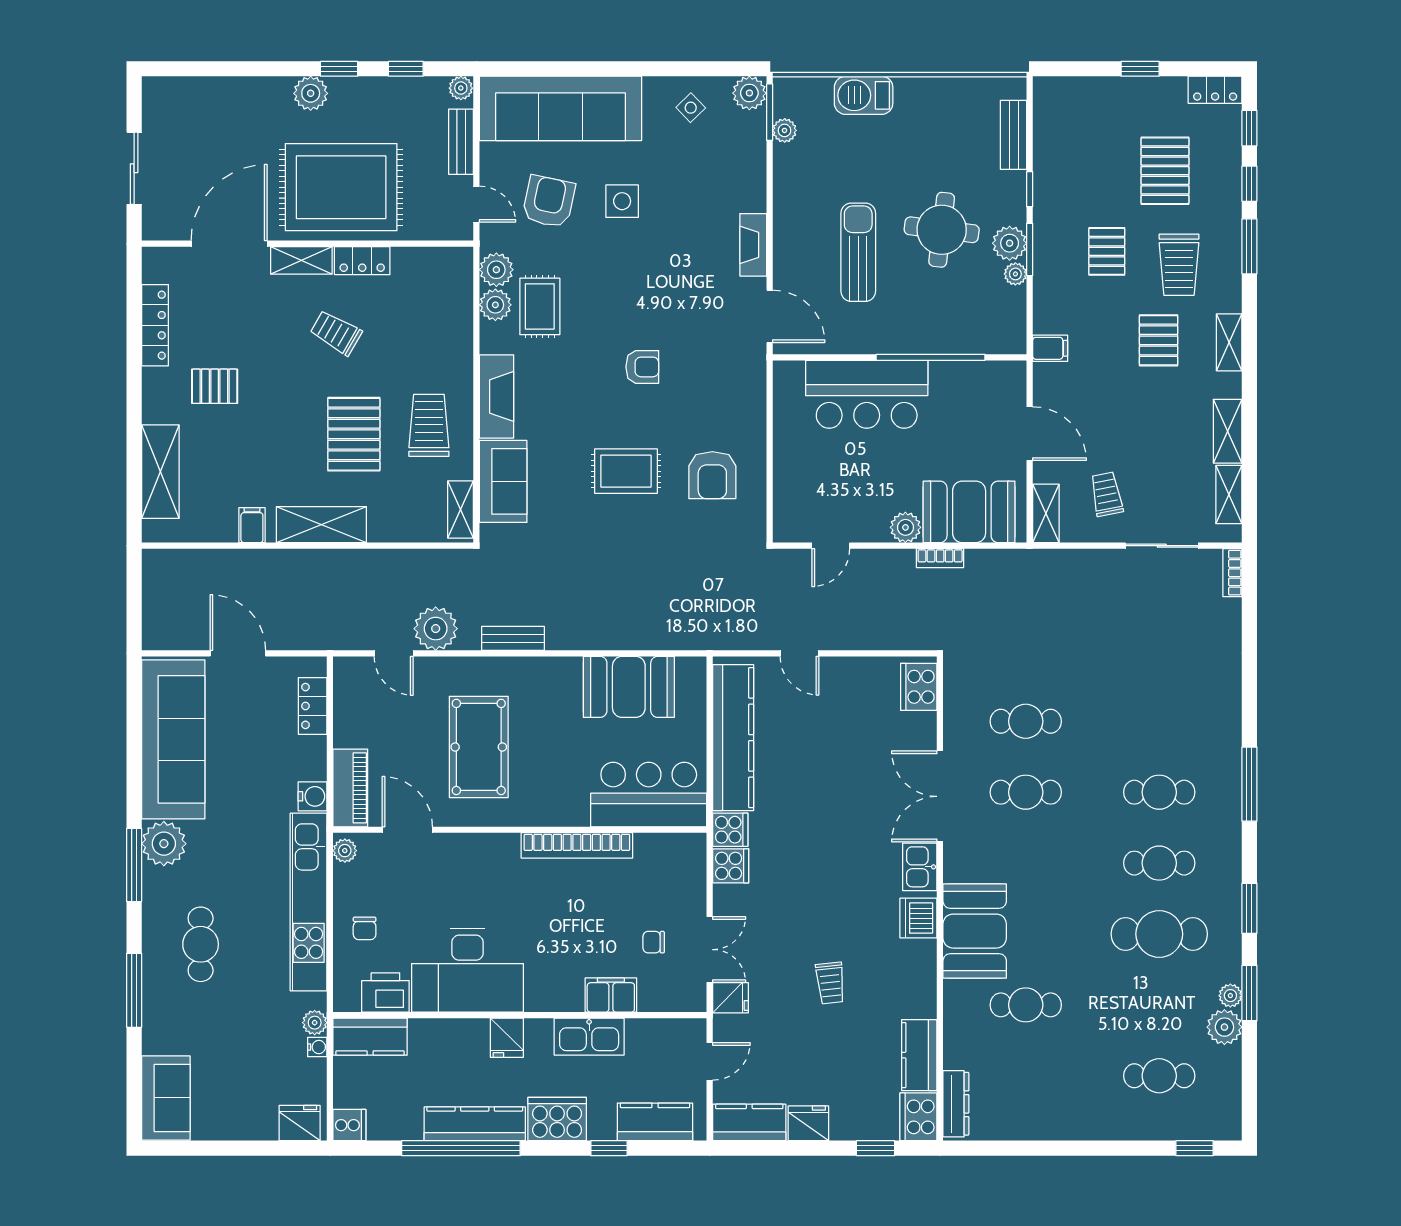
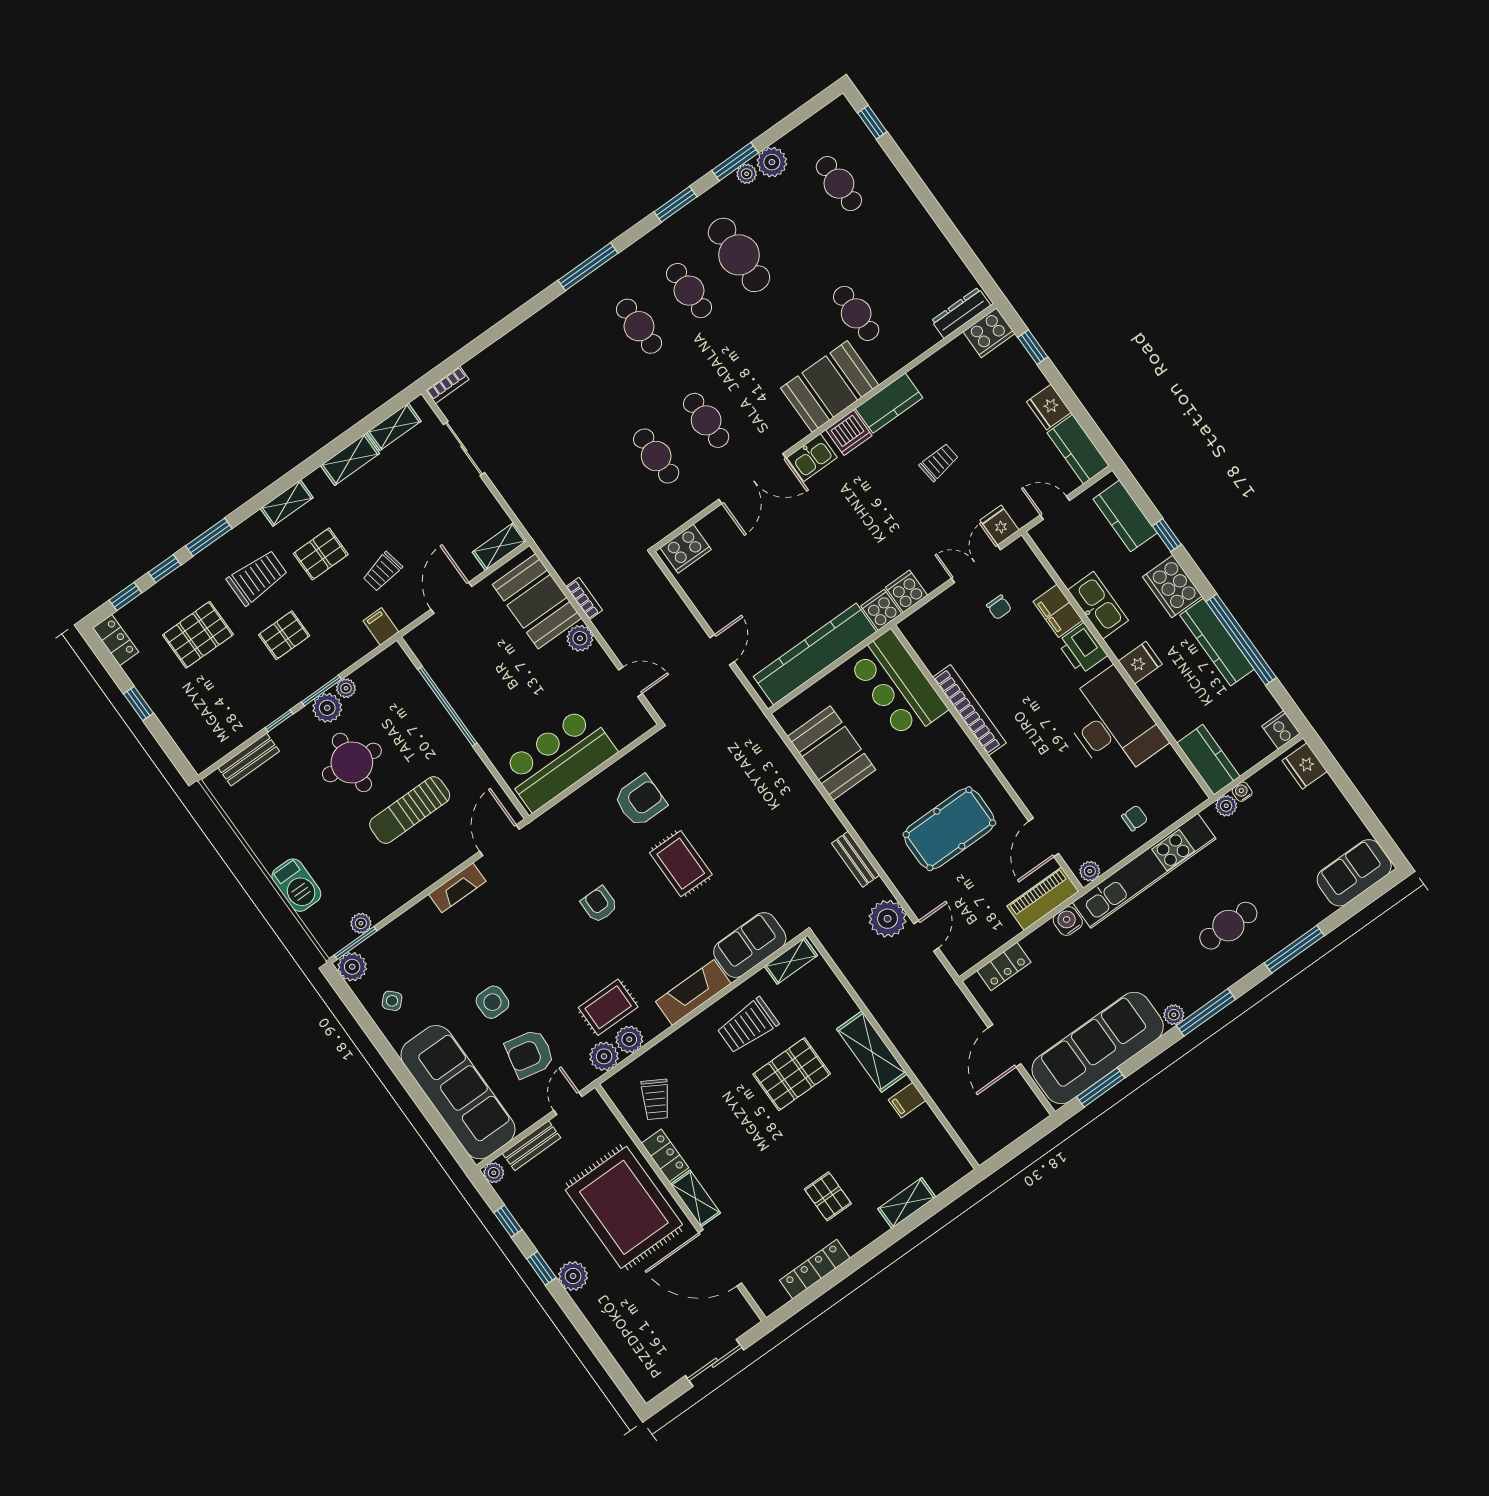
trolley: (336, 333) -> (656, 1099), moved
bar counter: (867, 394) -> (558, 759), moved, turned -90
shelving: (160, 472) -> (907, 1203), width x0.67, depth x0.75
trolley: (1107, 494) -> (382, 572), moved
window: (134, 716) -> (1101, 1087), added
plant: (164, 844) -> (1174, 1015), width x0.53, depth x0.53
printer: (385, 993) -> (1082, 649), moved
kitchen counter: (919, 1055) -> (889, 403), moved

